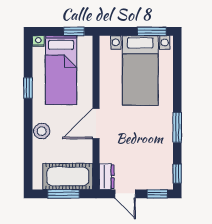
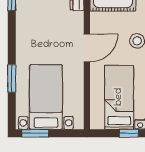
window: (74, 31) -> (129, 133), moved
window: (177, 127) -> (12, 79), moved

